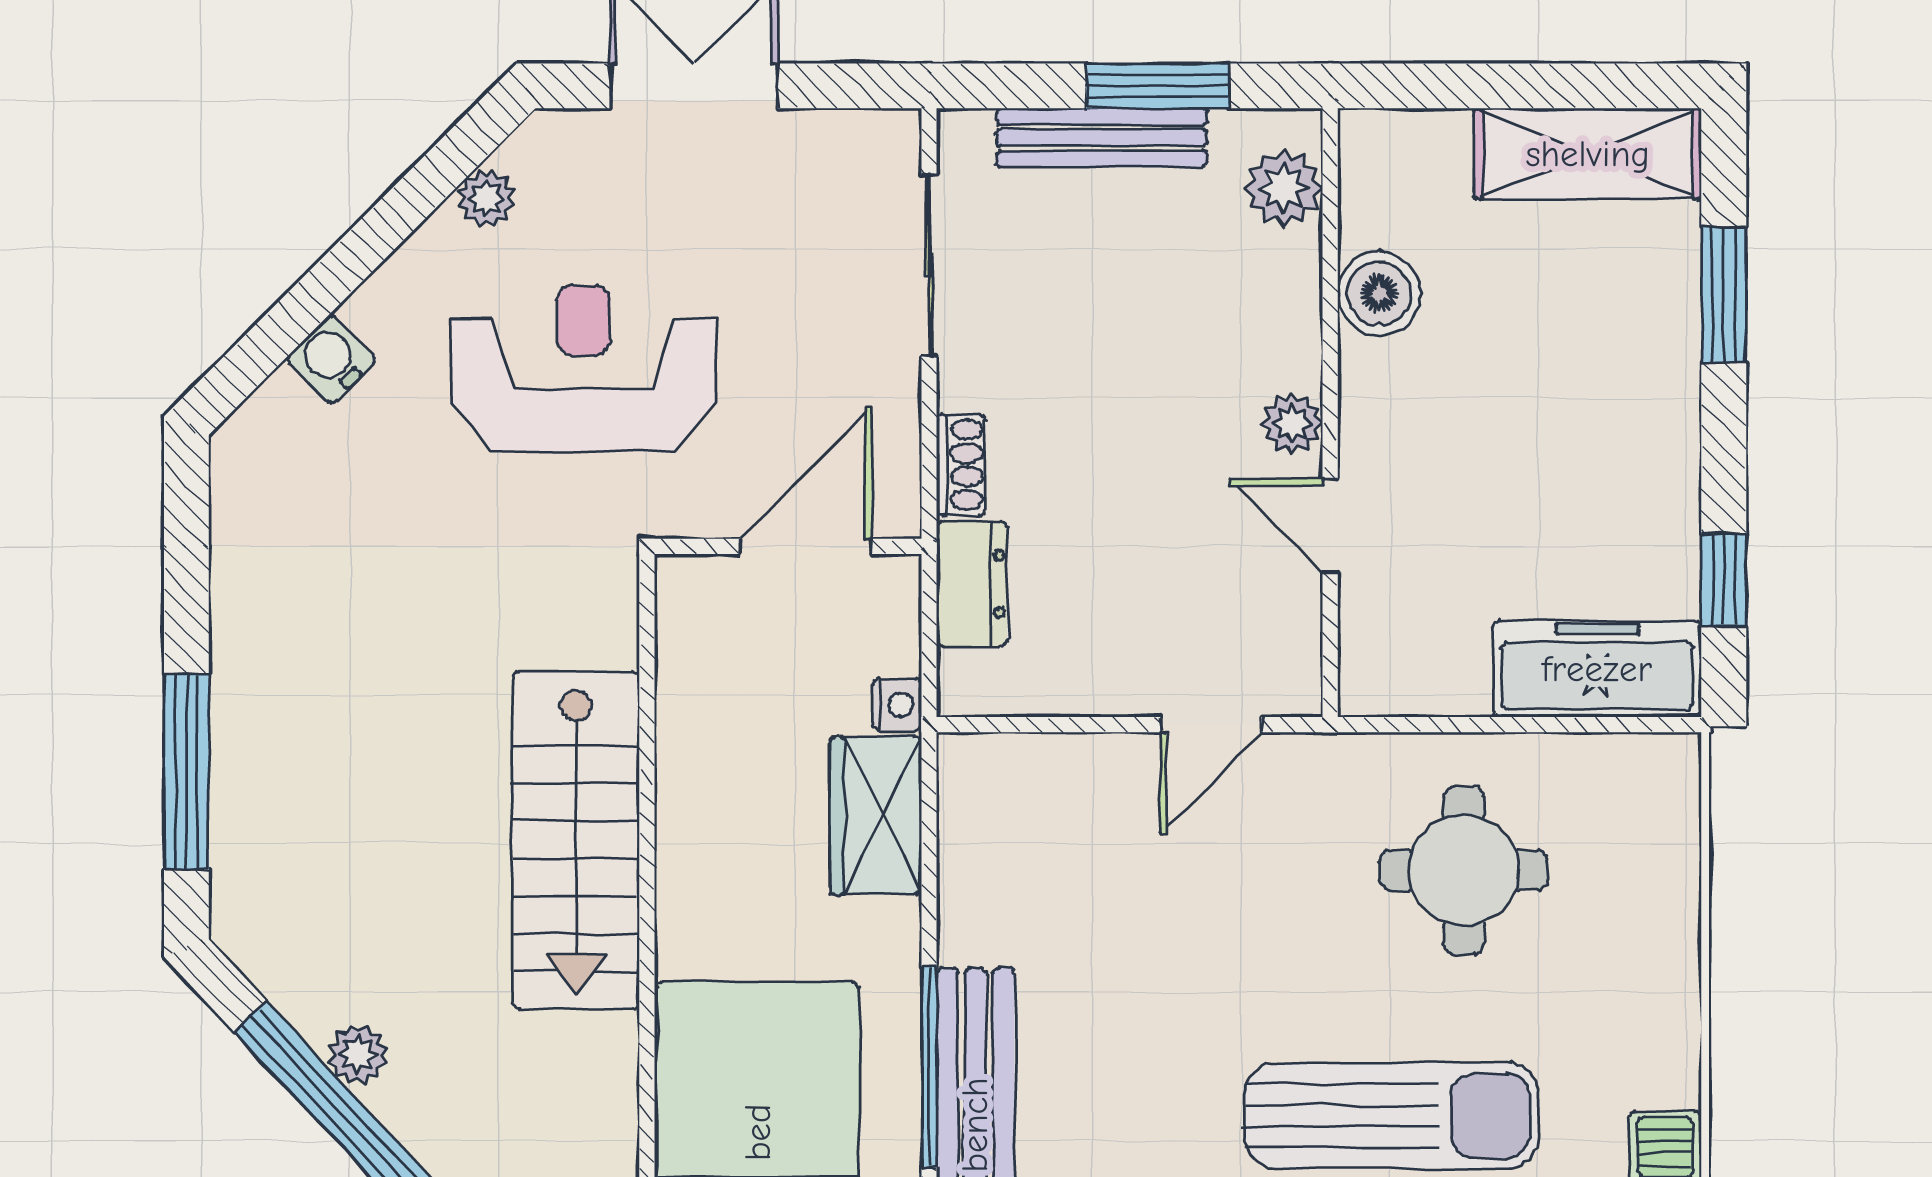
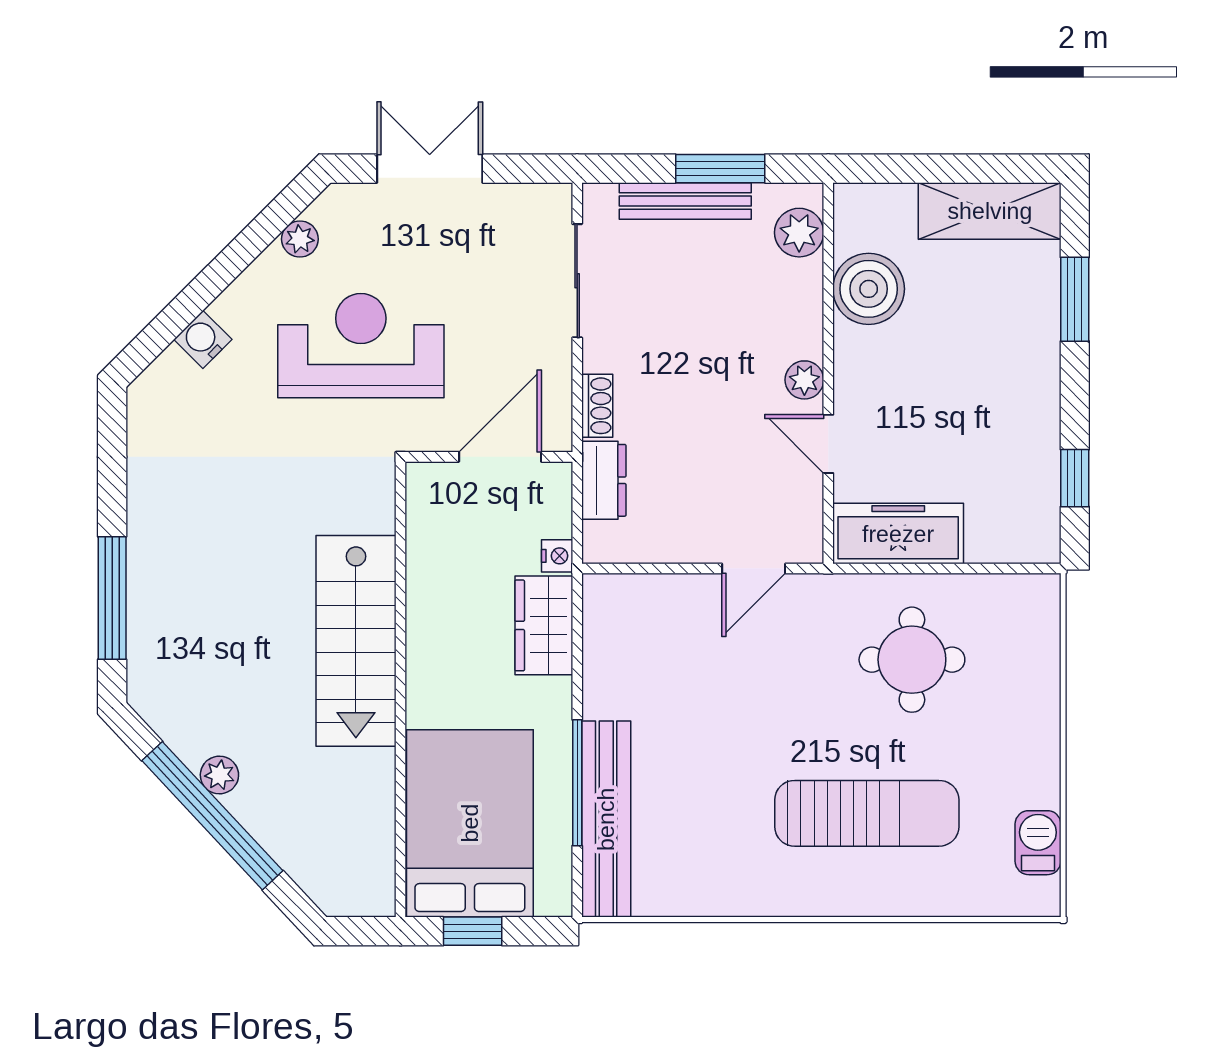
boiler: (1379, 293) -> (869, 289), width x1.37, depth x1.37
freezer: (1597, 669) -> (898, 534), moved

